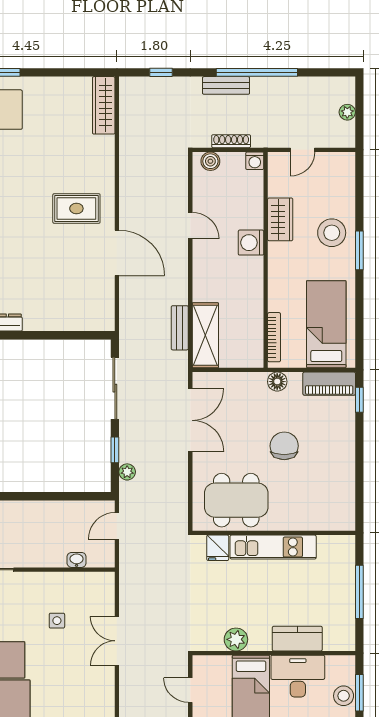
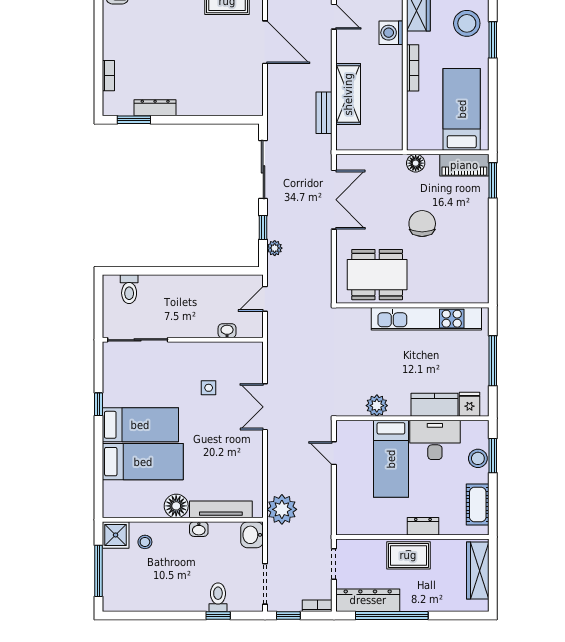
shelving: (205, 335) -> (348, 94), moved
bookcase: (274, 337) -> (413, 68), moved
window: (359, 400) -> (493, 180), width x1.50
kitchen unit: (273, 547) -> (426, 319), width x1.36
fridge: (218, 548) -> (469, 404), moved, turned 180

